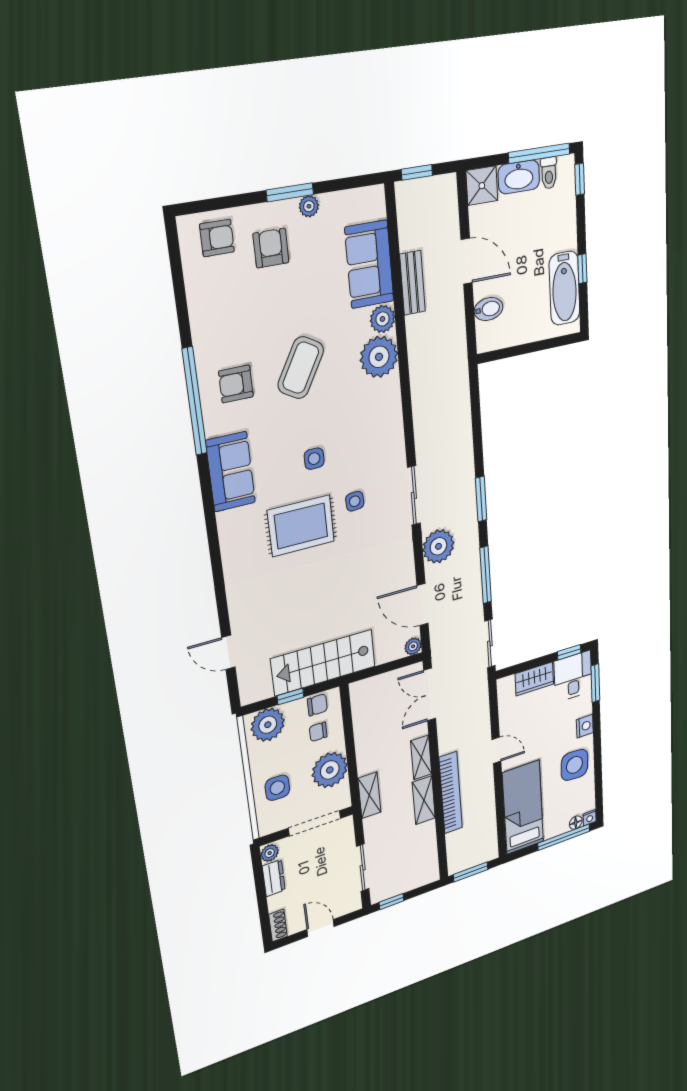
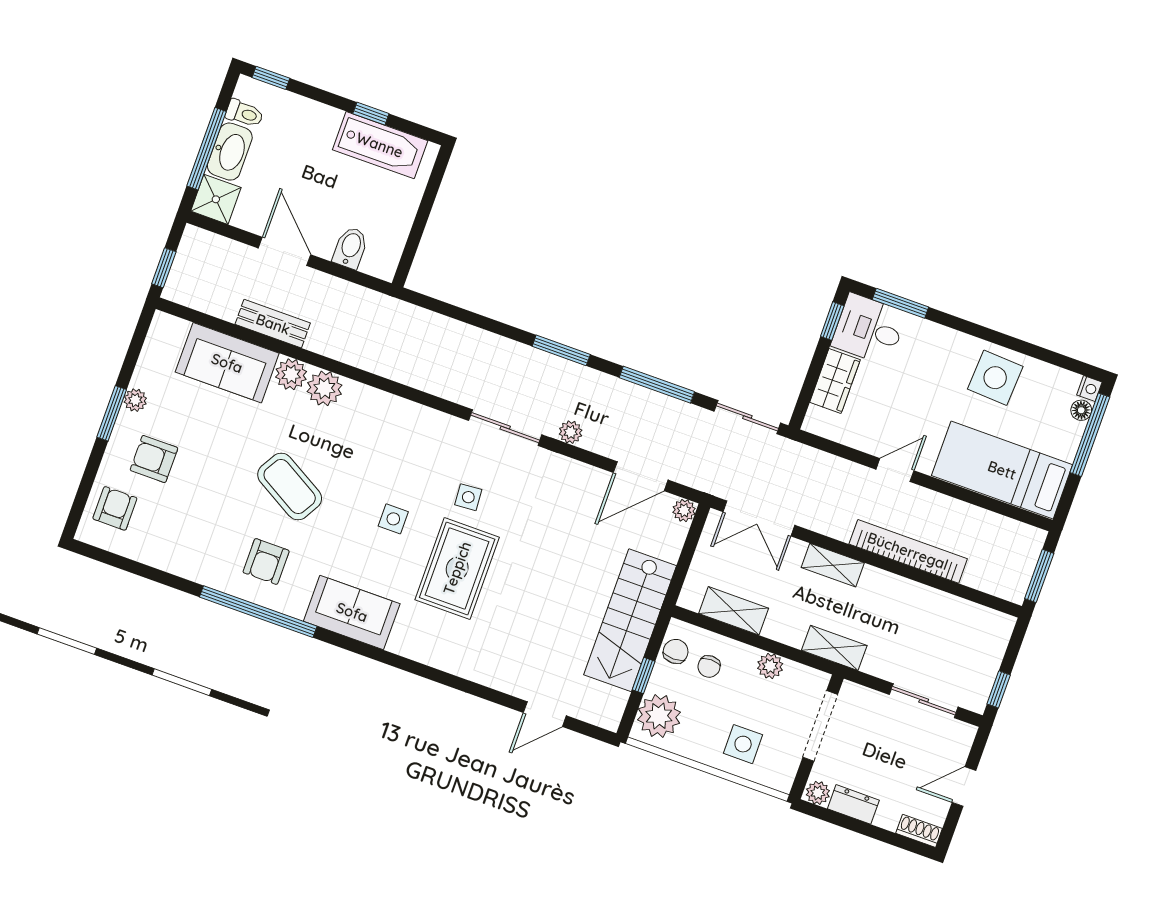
window: (539, 153) -> (206, 149), moved
door: (467, 261) -> (285, 251), hinge flipped
plant: (379, 357) -> (324, 388), width x0.73, depth x0.73
plant: (438, 546) -> (571, 432), width x0.53, depth x0.53
nightstand: (585, 726) -> (951, 342), removed
plant: (330, 770) -> (770, 666), width x0.53, depth x0.53
shelving: (424, 800) -> (734, 611), moved

